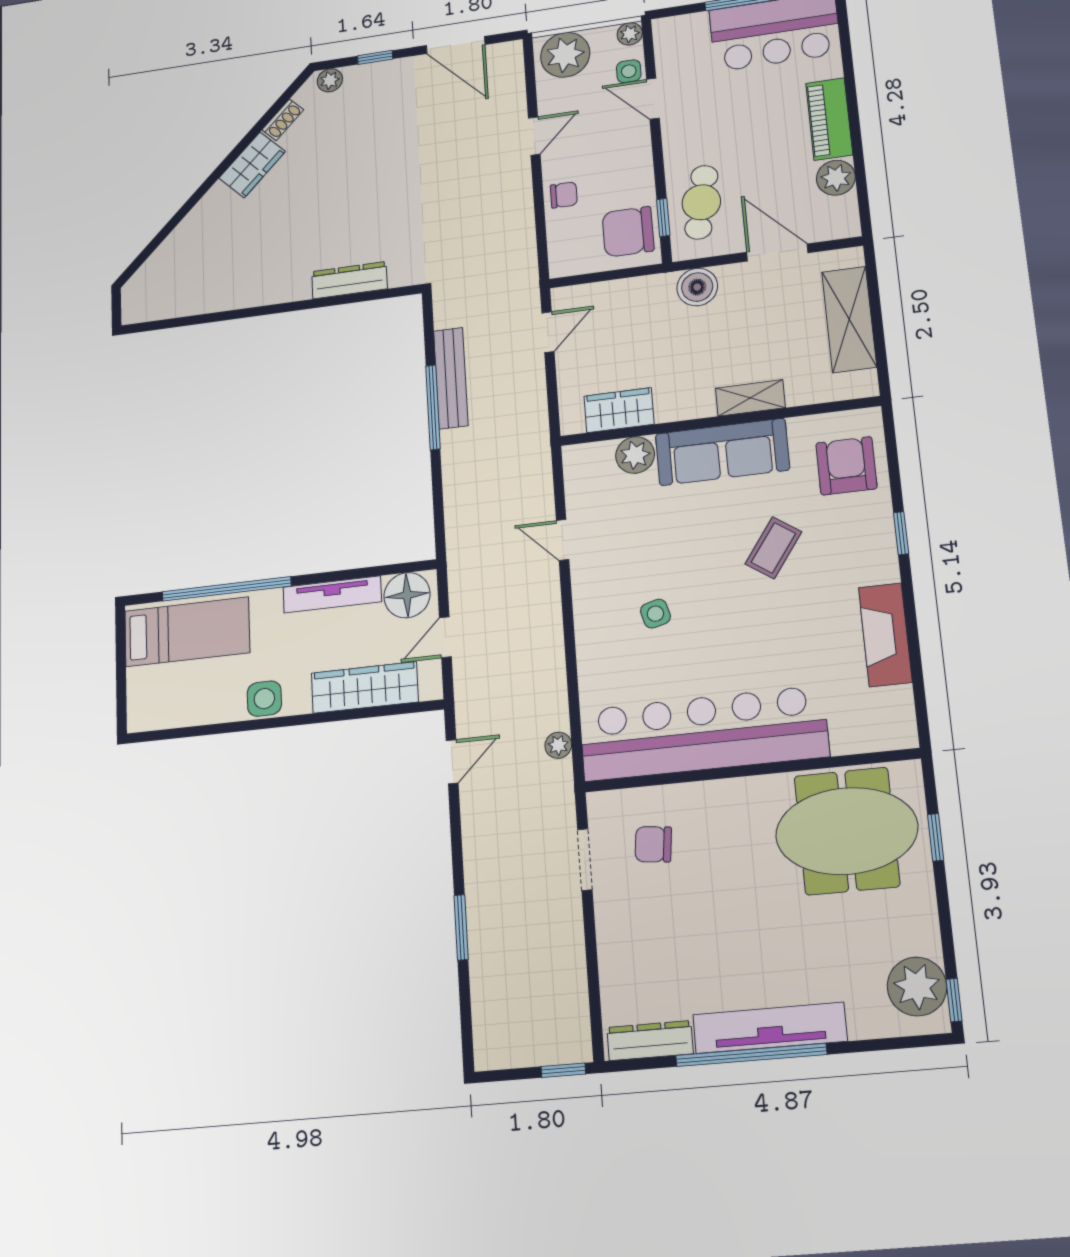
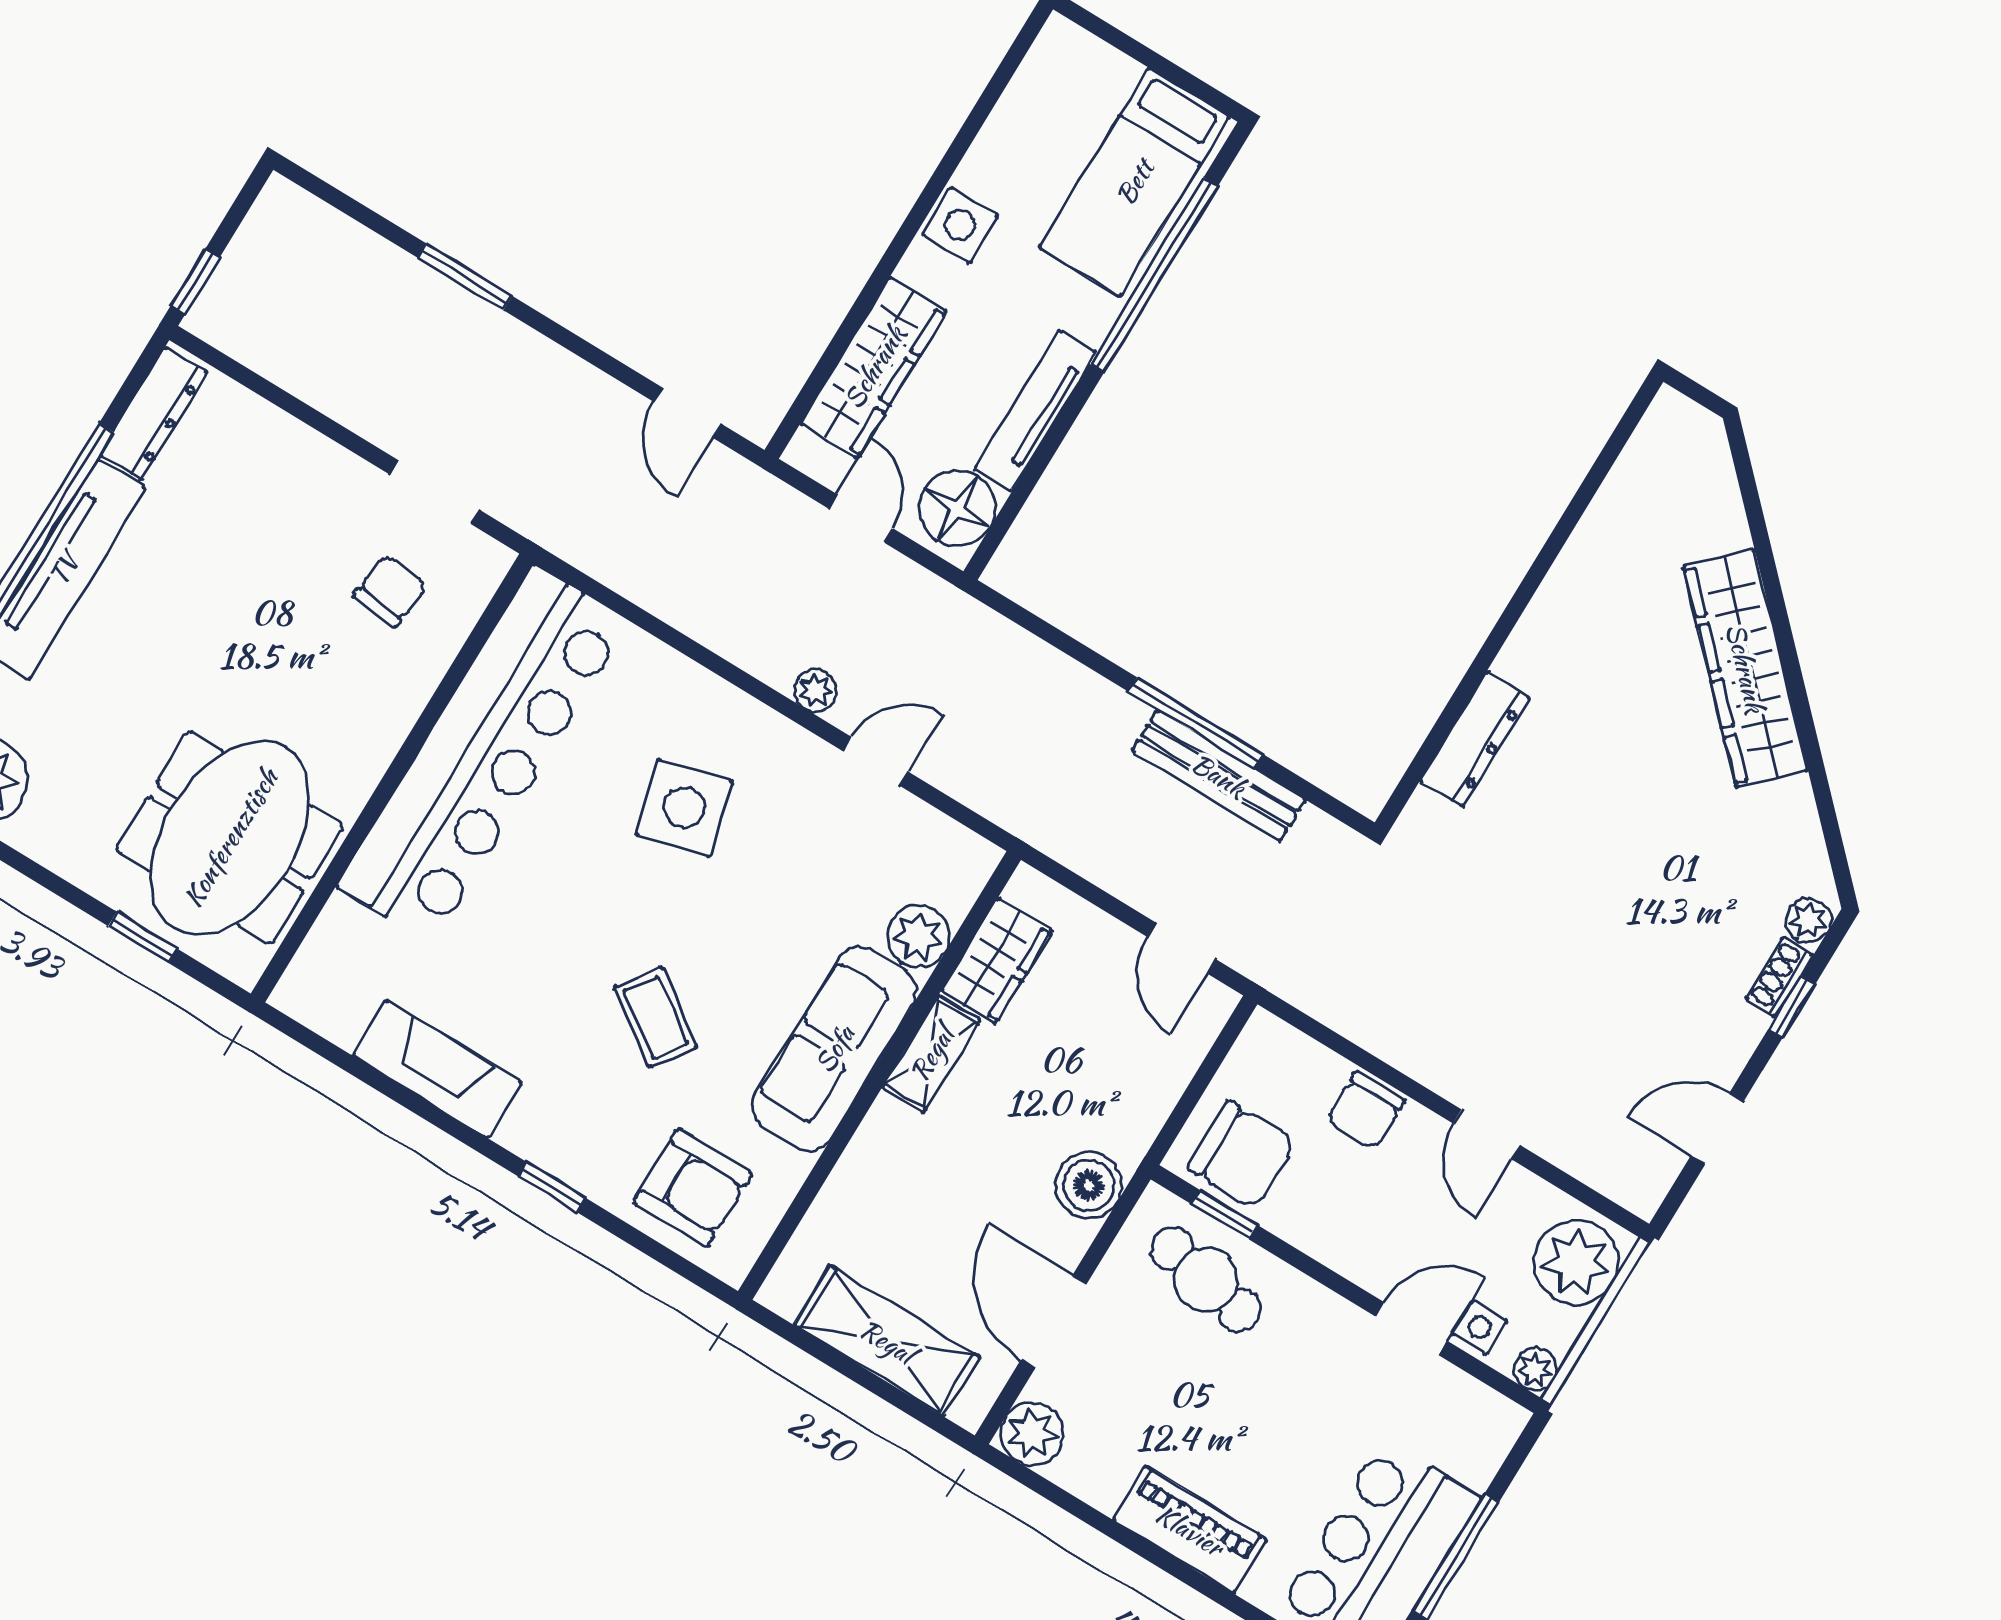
door: (456, 45) -> (1717, 1128), width x0.73
shoe rack: (283, 120) -> (1779, 977), moved, turned 45
wardrobe: (252, 165) -> (1746, 668), width x2.10, depth x1.17
plant: (836, 178) -> (1032, 1434), moved
chair: (564, 195) -> (1365, 1111), width x1.37, depth x1.37
chair: (628, 232) -> (1242, 1155), turned 90
door: (777, 252) -> (1054, 1322), swing flipped
shelving: (750, 398) -> (931, 1054), moved
side table: (655, 614) -> (684, 808), width x1.87, depth x1.87
plant: (558, 745) -> (815, 690), moved

